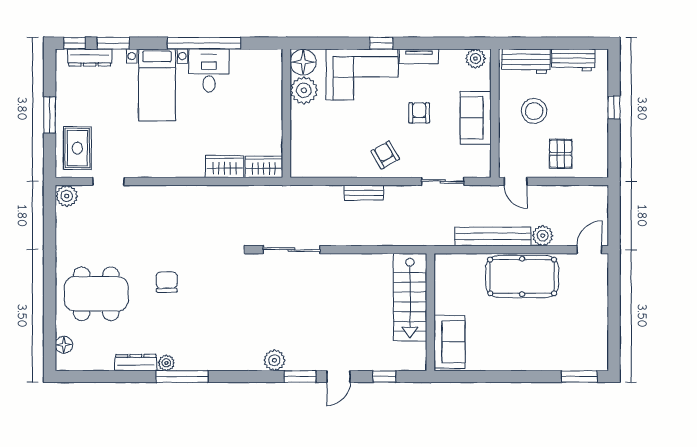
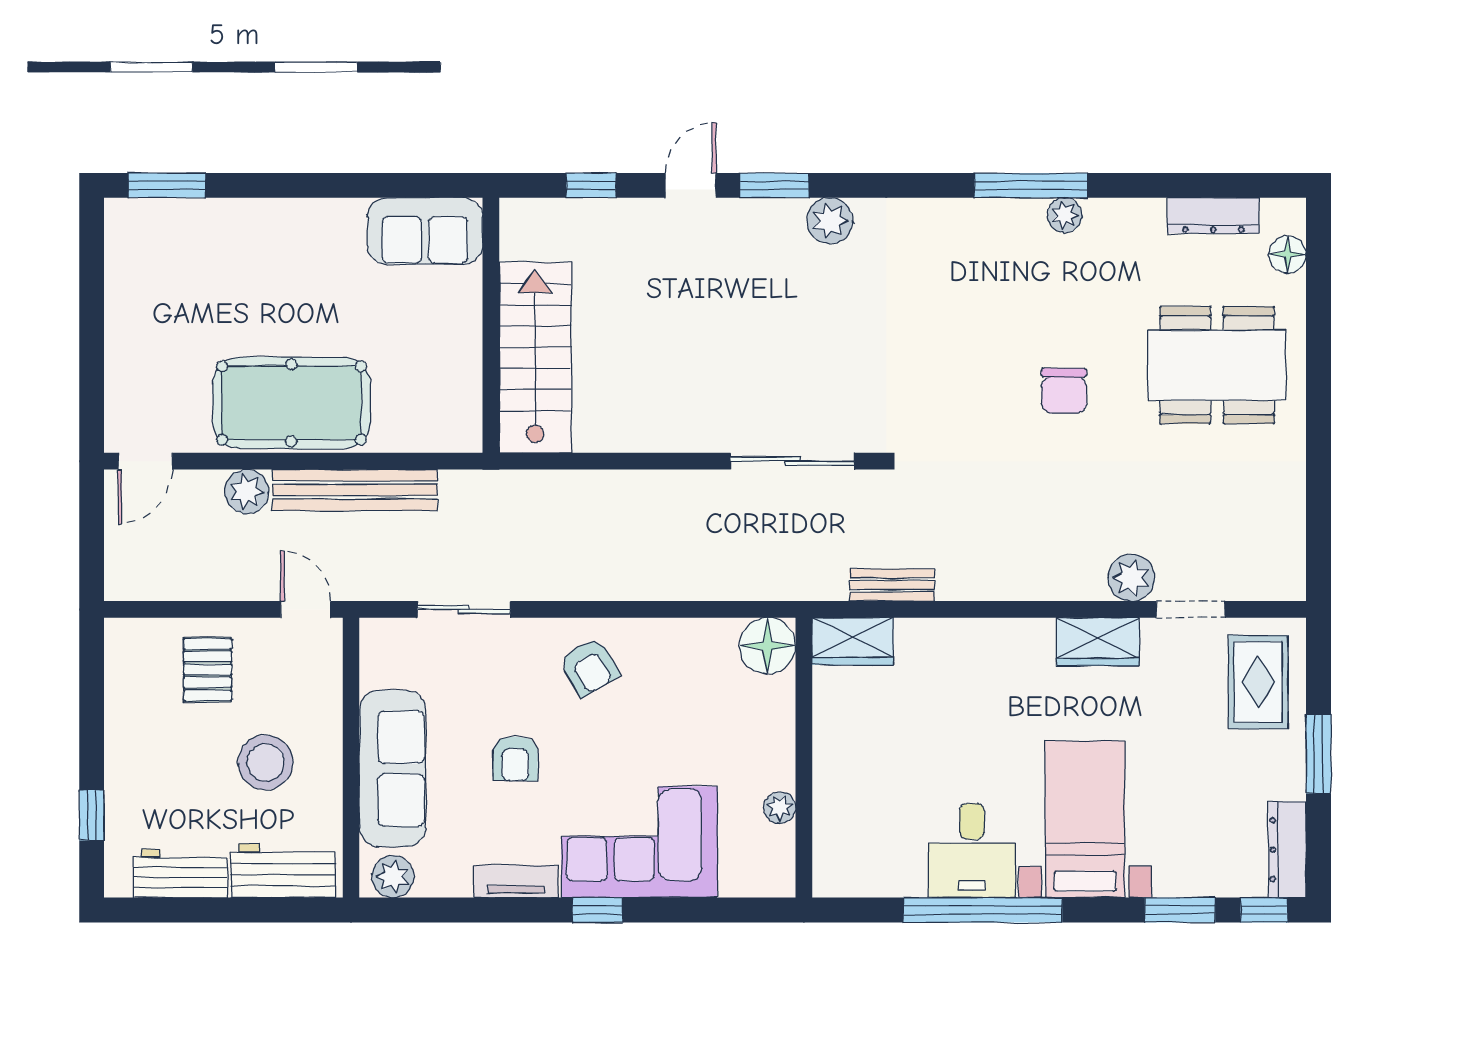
dresser: (90, 57) -> (1287, 850), moved, turned -90
floor lamp: (303, 62) -> (767, 646), moved
plant: (304, 90) -> (780, 808), width x0.53, depth x0.53
window: (614, 107) -> (92, 815), moved
sofa: (476, 118) -> (393, 769), width x1.36
wardrobe: (225, 167) -> (1098, 642), moved
bench: (364, 193) -> (892, 585), moved
plant: (67, 196) -> (1131, 578), moved
sofa: (449, 342) -> (425, 231), moved, turned -90
dresser: (136, 363) -> (1213, 216), moved

